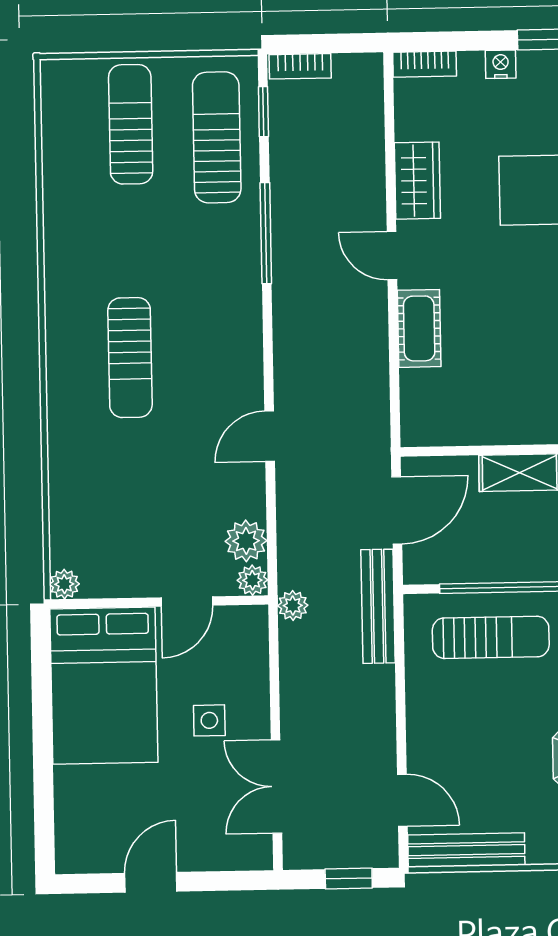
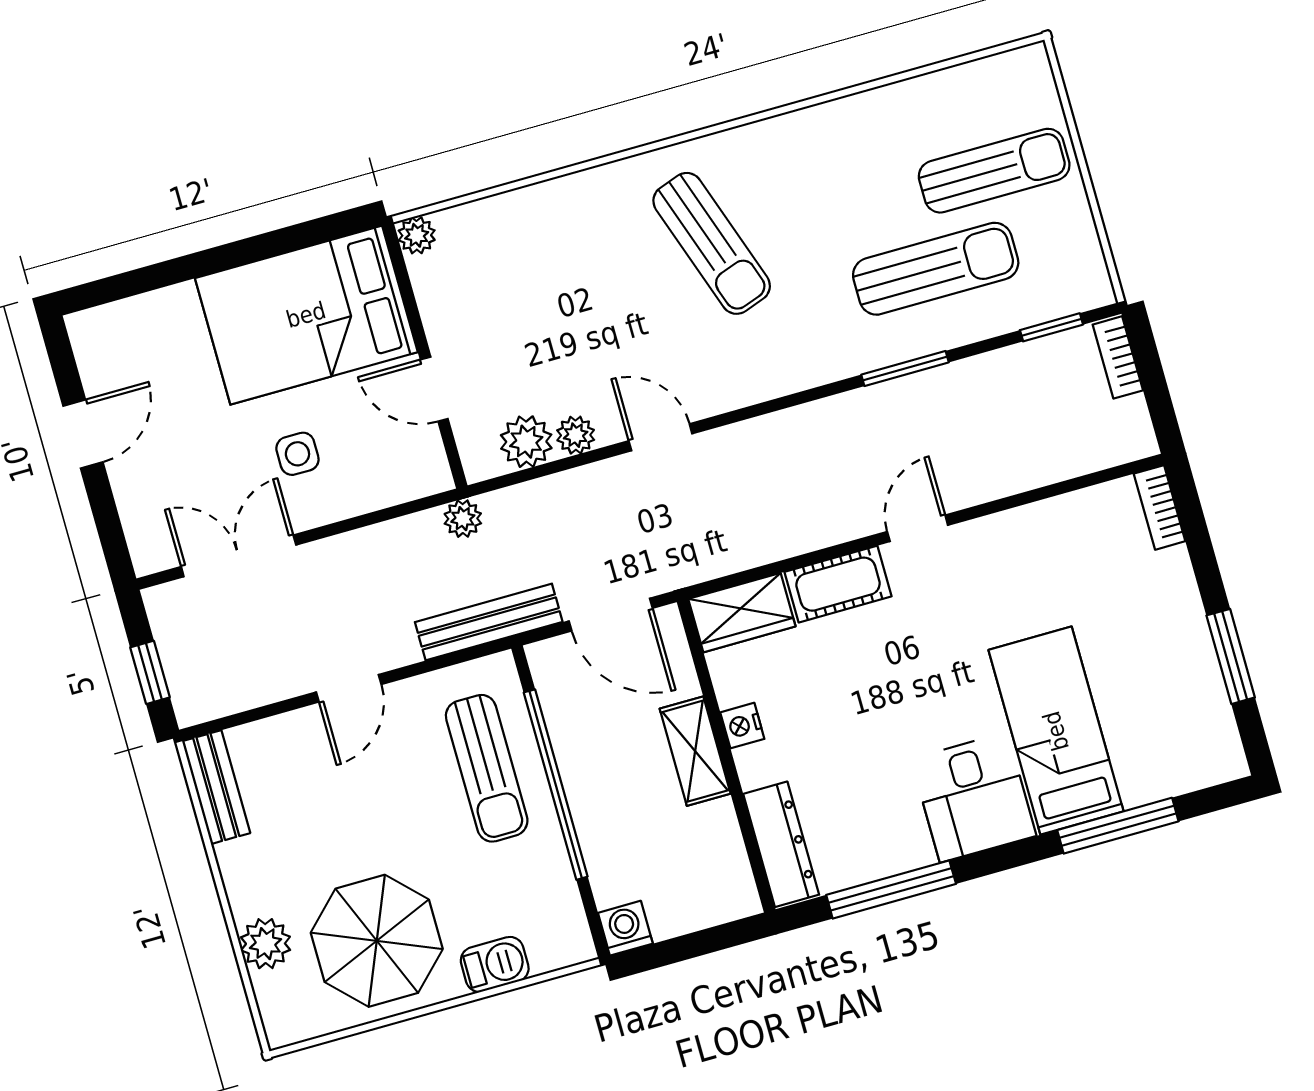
nightstand: (501, 64) -> (742, 726), moved, turned 180
sun lounger: (217, 137) -> (936, 269), moved
wardrobe: (417, 181) -> (742, 613), moved
window: (266, 233) -> (905, 369), width x0.69
sun lounger: (130, 358) -> (712, 243), turned -109
plant: (252, 580) -> (576, 435), moved
door: (402, 800) -> (349, 688), moved
bench: (466, 850) -> (216, 787), width x0.73
door: (151, 882) -> (83, 434), hinge flipped

